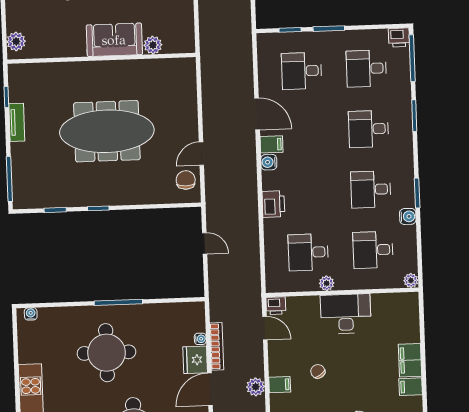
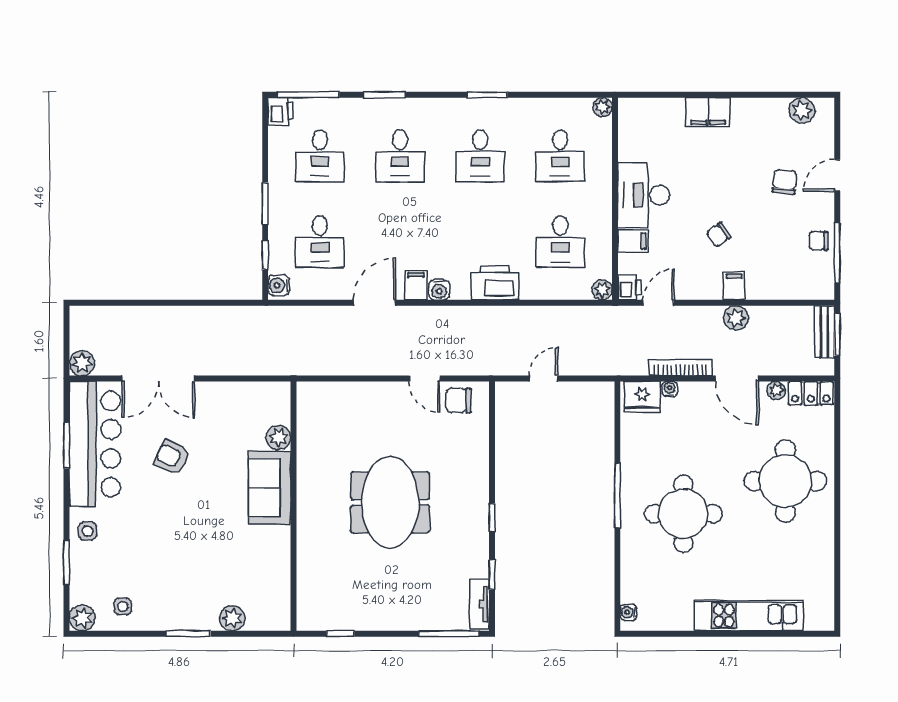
plant: (16, 41) -> (232, 618), moved
tv unit: (17, 122) -> (480, 604), moved, turned -90
meeting table: (107, 131) -> (390, 502), width x0.73
printer: (273, 204) -> (495, 283), width x1.37, depth x1.19
water cooler: (408, 216) -> (279, 285), moved, turned -90
plant: (327, 283) -> (602, 290), moved
fridge: (195, 360) -> (642, 397), moved
filing cabinet: (411, 387) -> (633, 241), moved, turned -90

